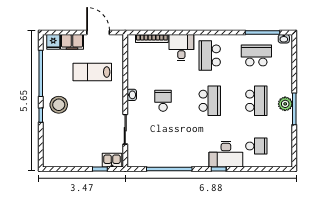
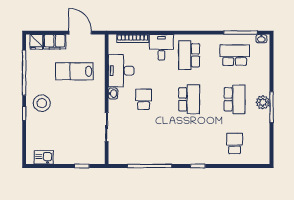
school desk: (256, 146) -> (235, 143), turned -90
desk: (226, 154) -> (121, 71), moved, turned 90
kitchen sink: (112, 160) -> (44, 157), moved

